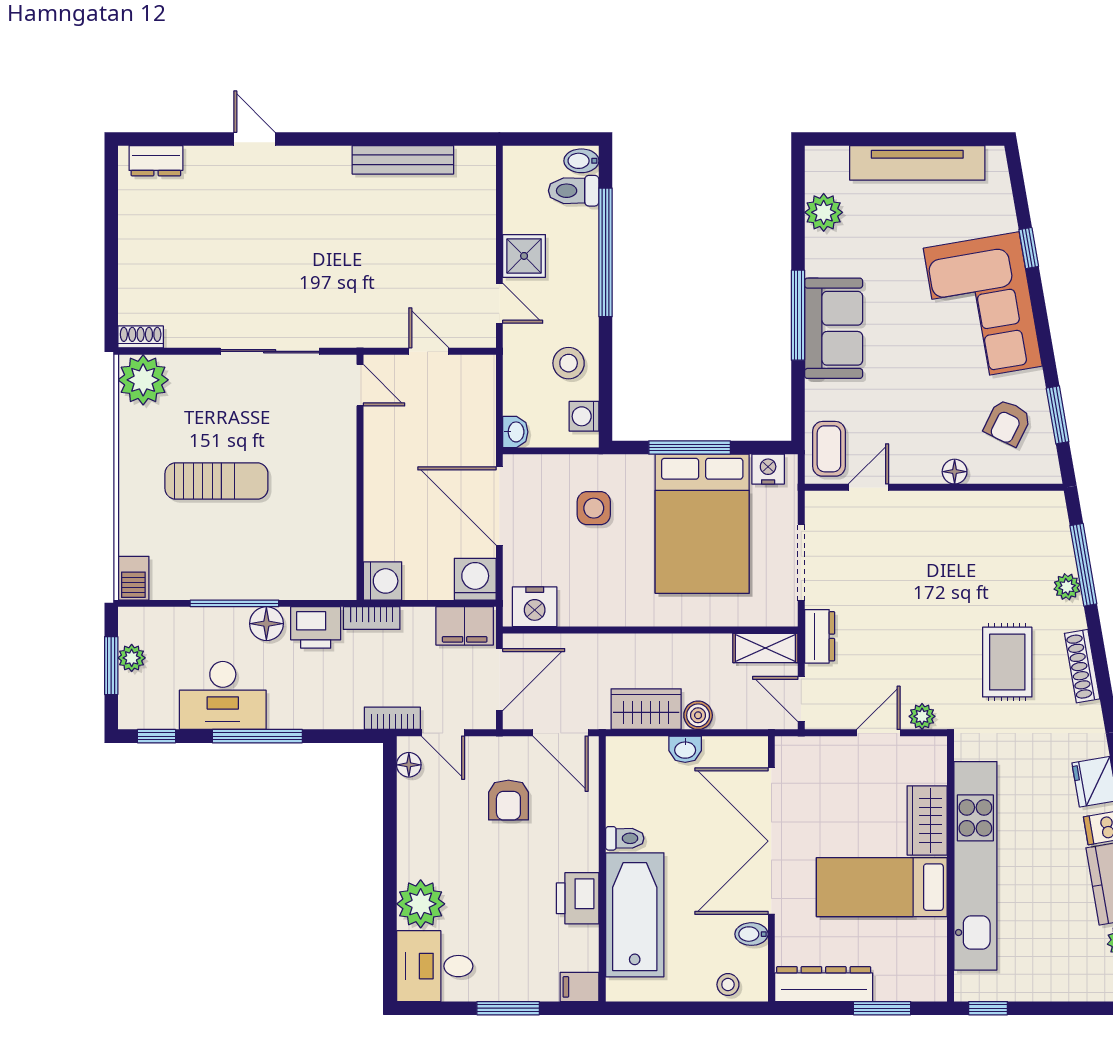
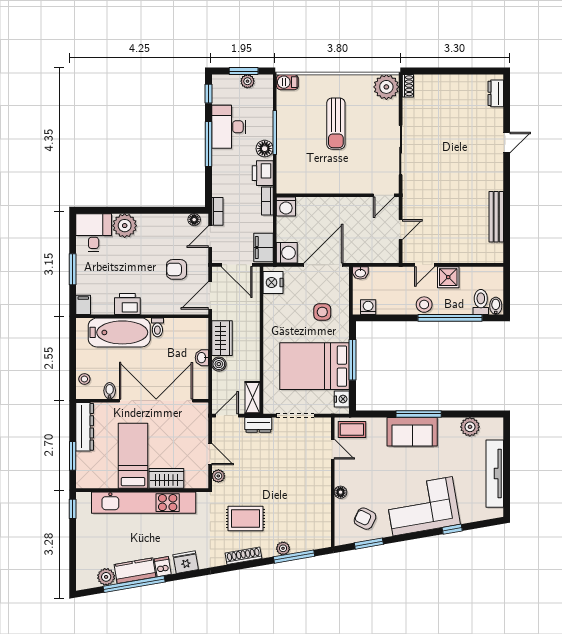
stool: (569, 363) -> (424, 305), moved

